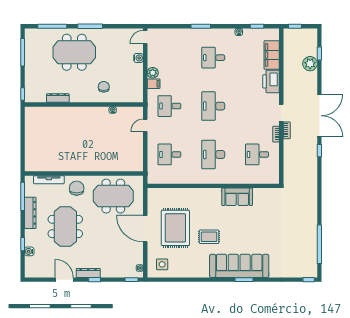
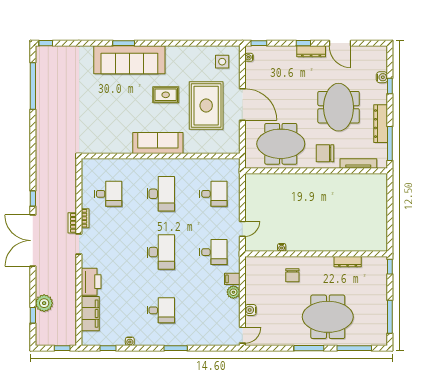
chair: (77, 188) -> (325, 153), turned 90
sofa: (237, 197) -> (158, 143), moved, width x1.36

